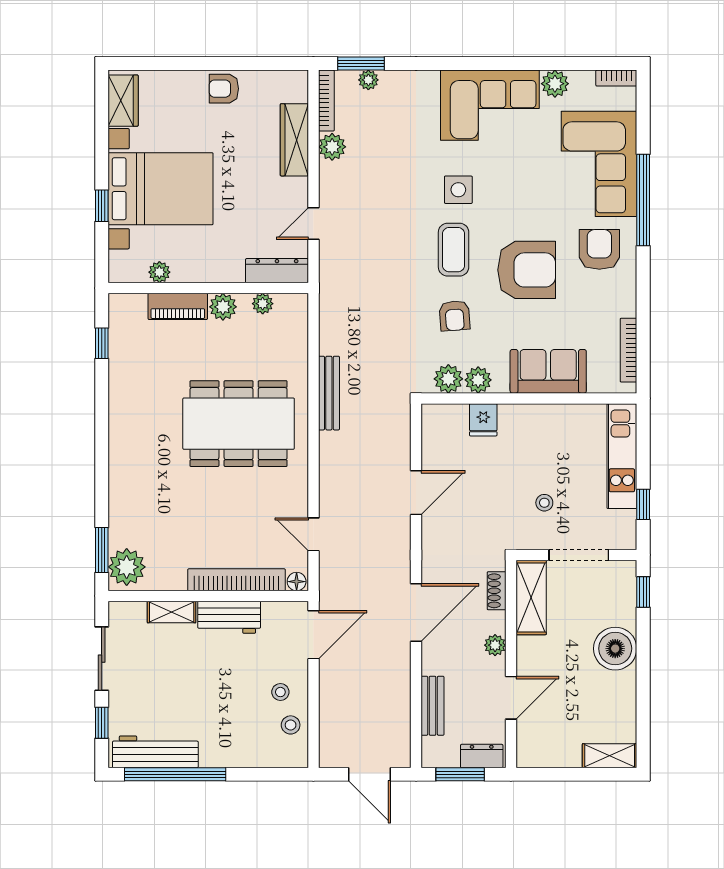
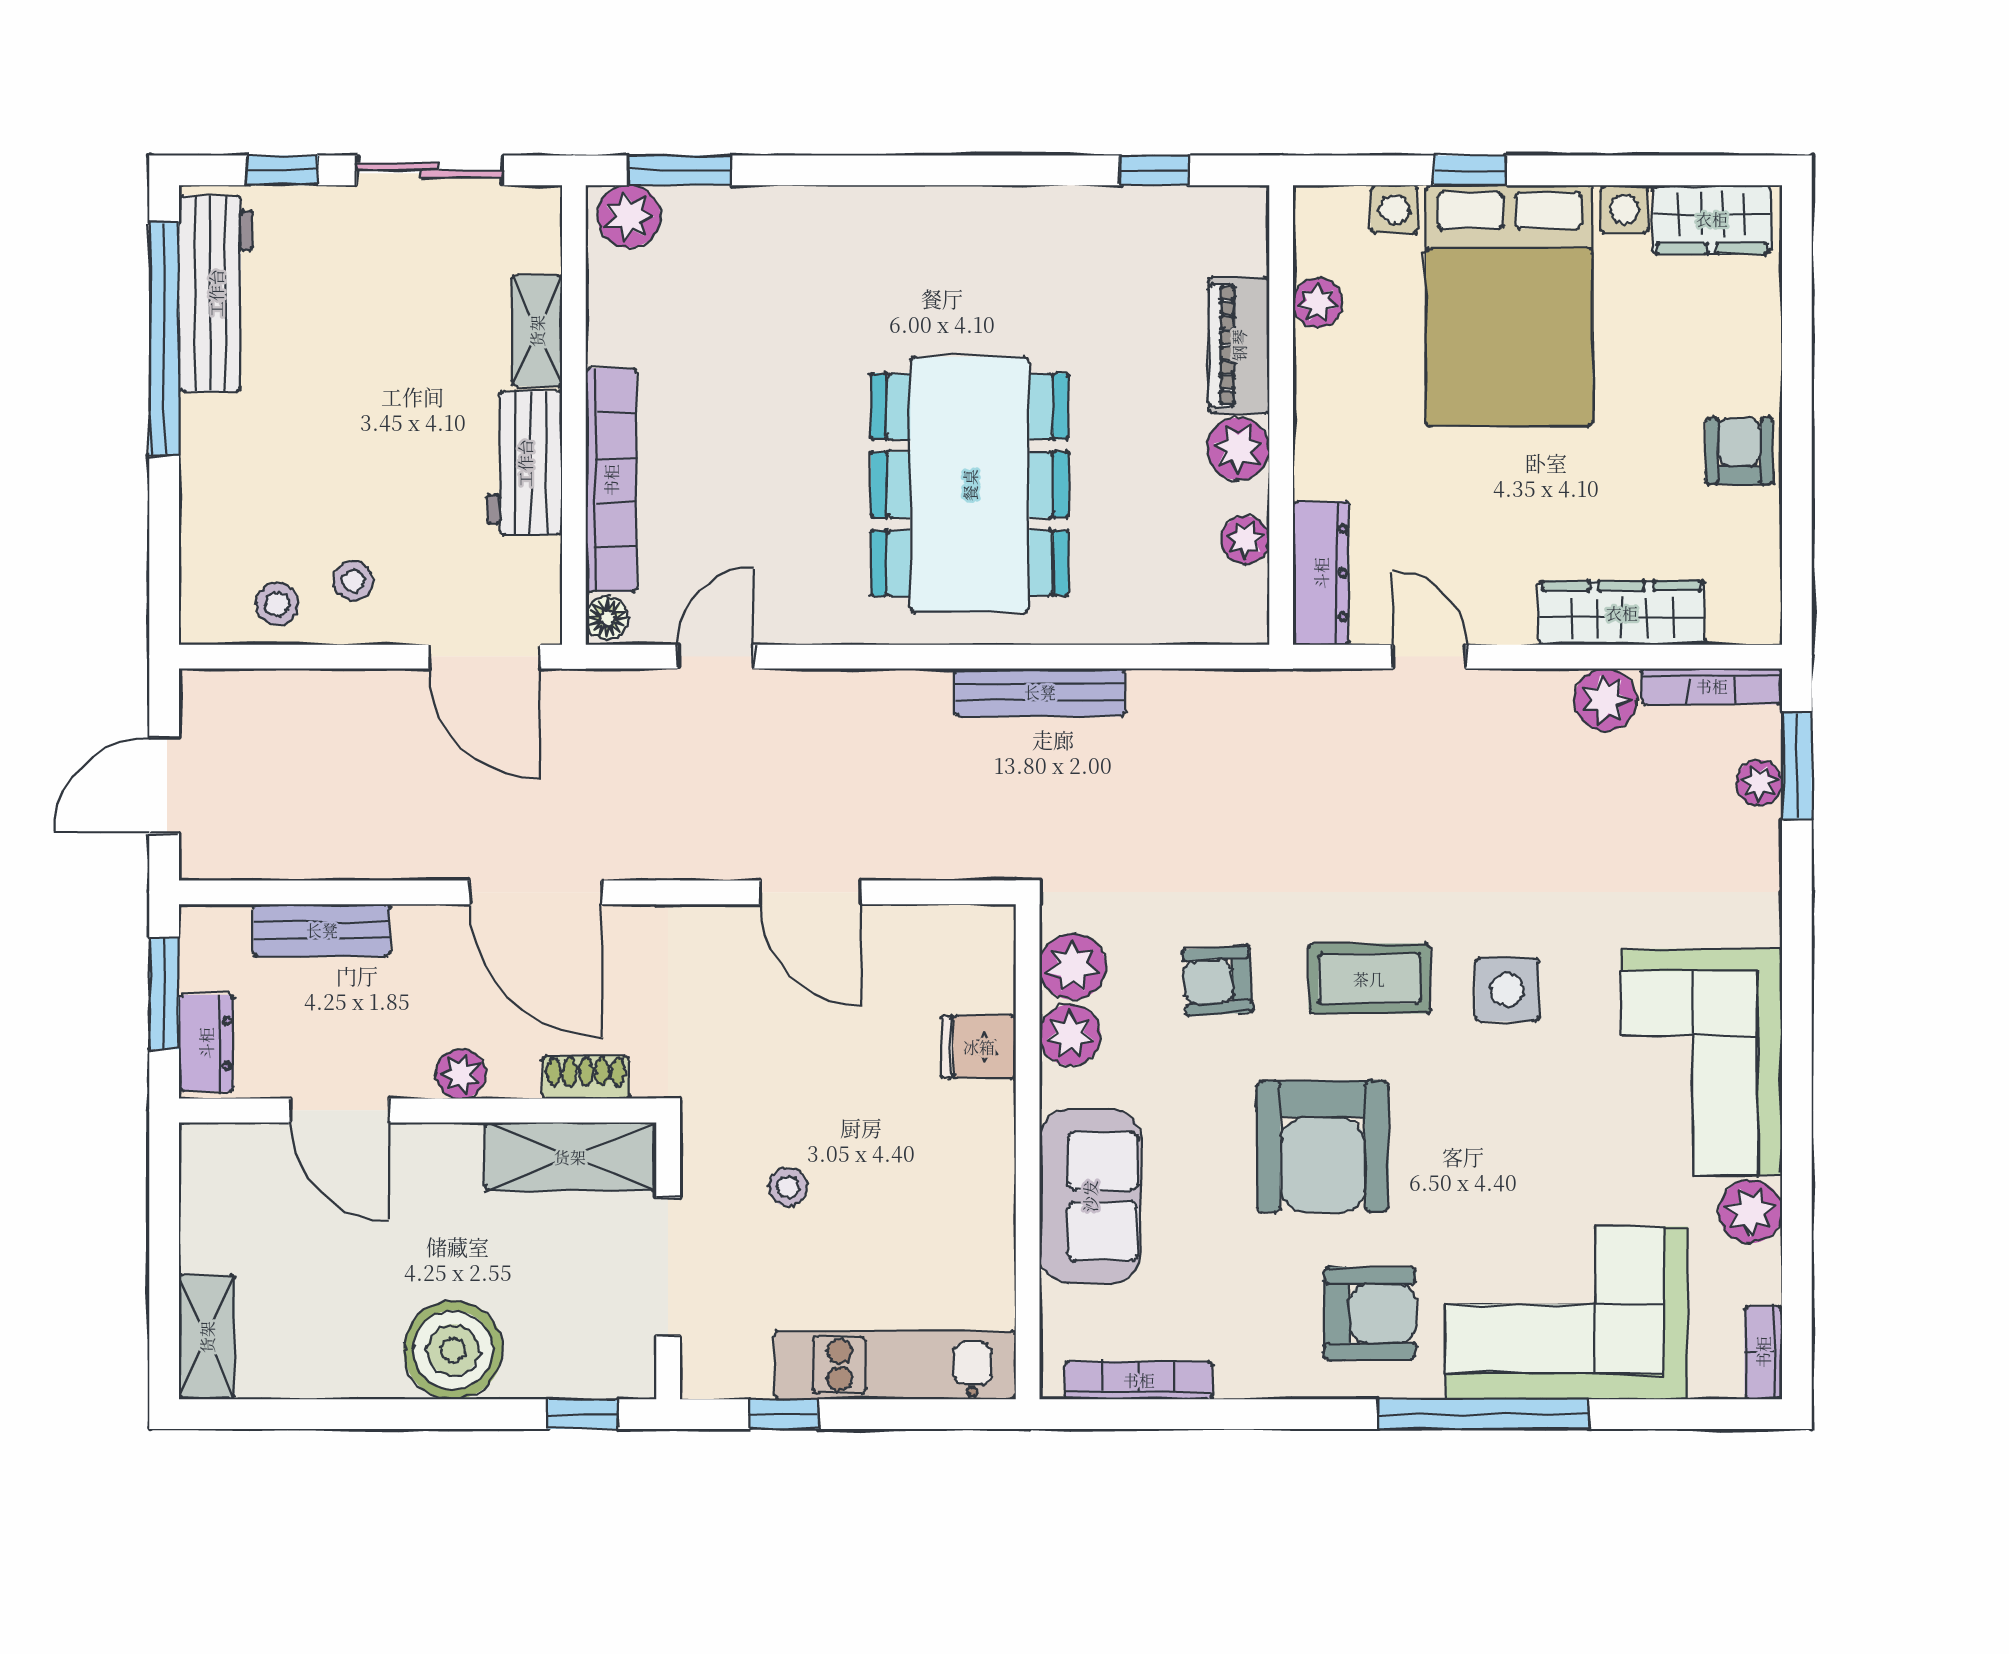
plant: (127, 567) -> (629, 216), width x0.73, depth x0.73

